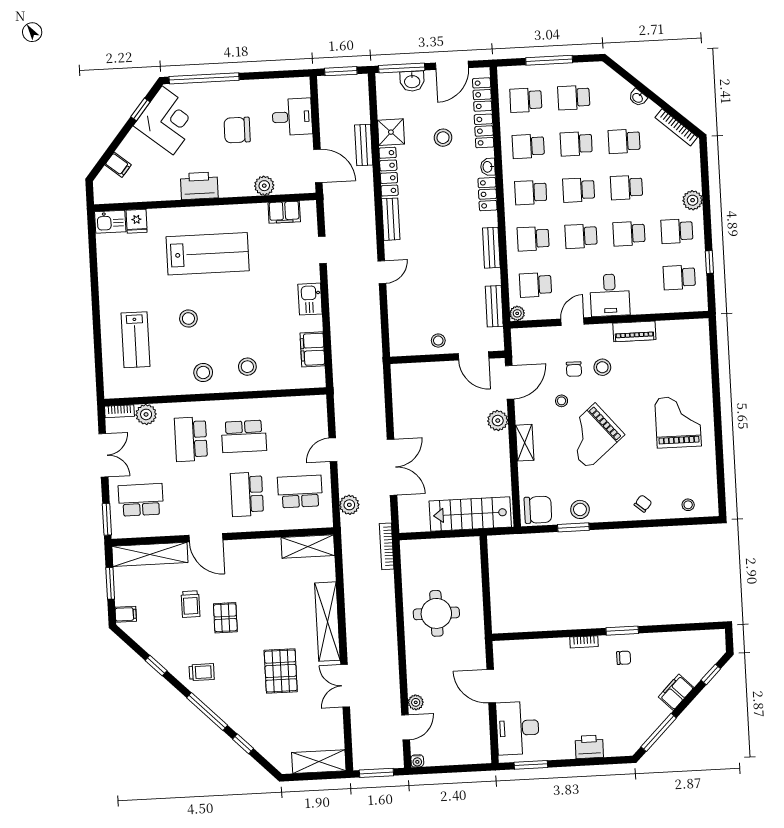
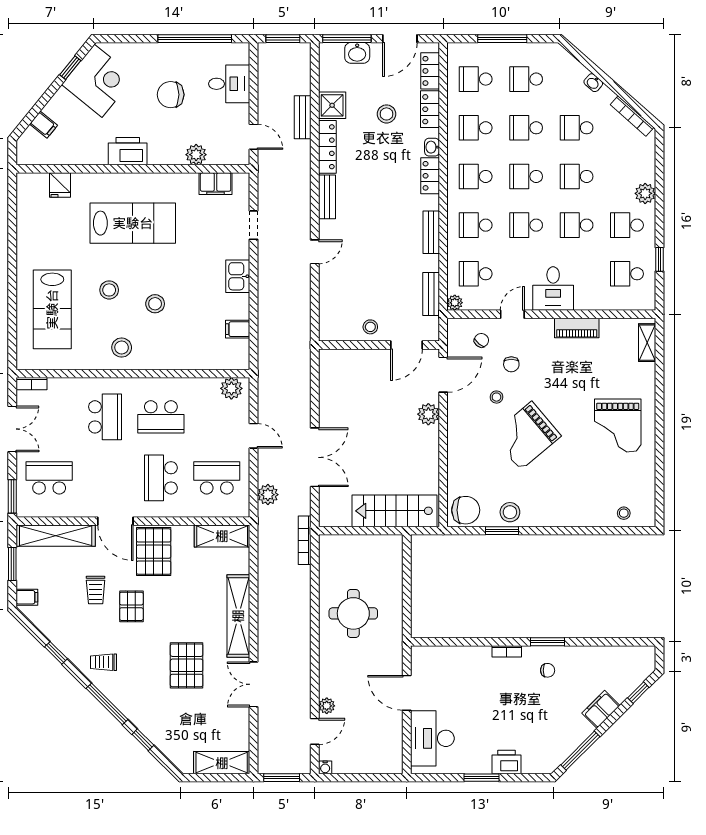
window: (204, 78) -> (195, 39), moved
door: (318, 166) -> (254, 137), width x0.73
kitchen sink: (110, 222) -> (32, 184), removed
lab bench: (135, 340) -> (52, 309), width x1.36, depth x1.39
filing cabinet: (312, 349) -> (238, 329), width x0.50
door: (473, 356) -> (406, 345), hinge flipped
stool: (247, 367) -> (155, 304), moved
stool: (602, 367) -> (541, 364), removed
plant: (146, 414) -> (231, 388), moved
grand piano: (678, 422) -> (618, 426), turned 180
school desk: (191, 439) -> (105, 417), turned 180
shelving: (525, 443) -> (647, 343), moved
door: (333, 450) -> (254, 436), swing flipped
chair: (643, 504) -> (481, 340), moved
pallet: (244, 565) -> (154, 552), added
trolley: (202, 672) -> (103, 662), turned 180
window: (531, 765) -> (481, 778), moved

